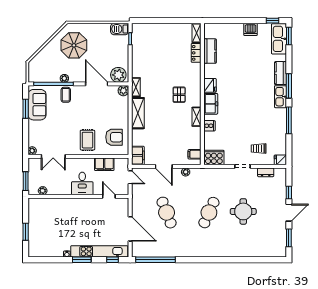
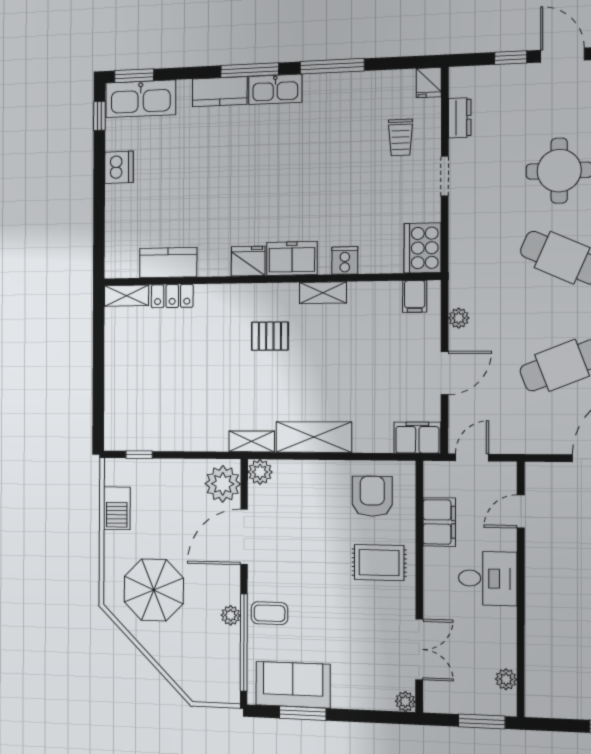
barbecue: (120, 29) -> (117, 508), moved

